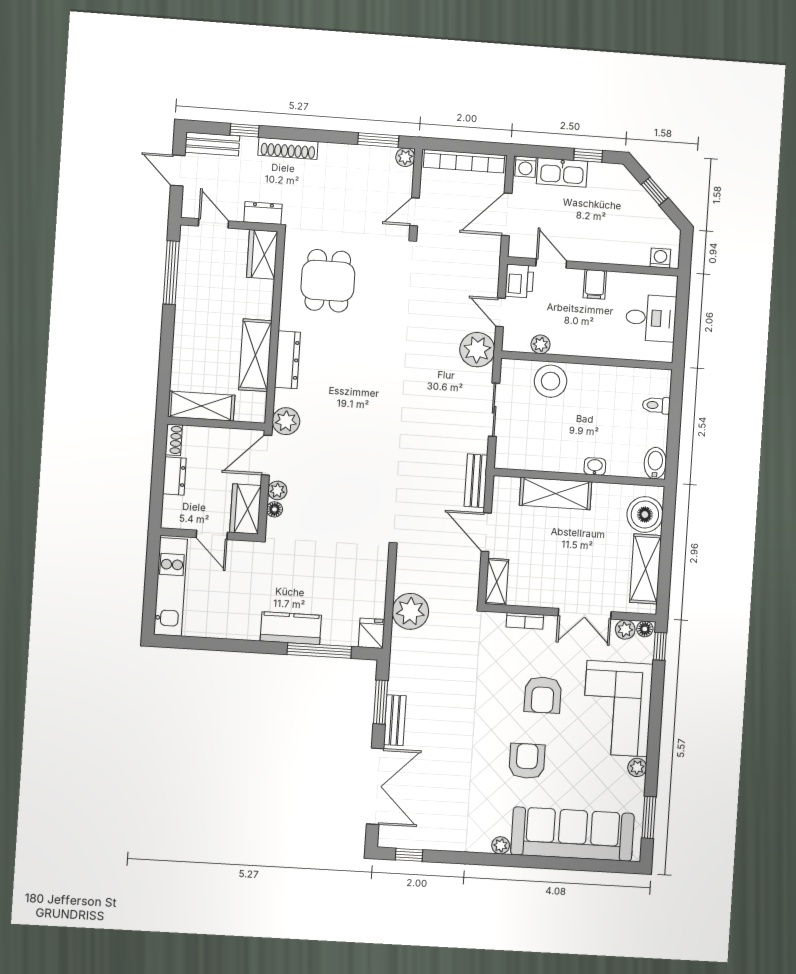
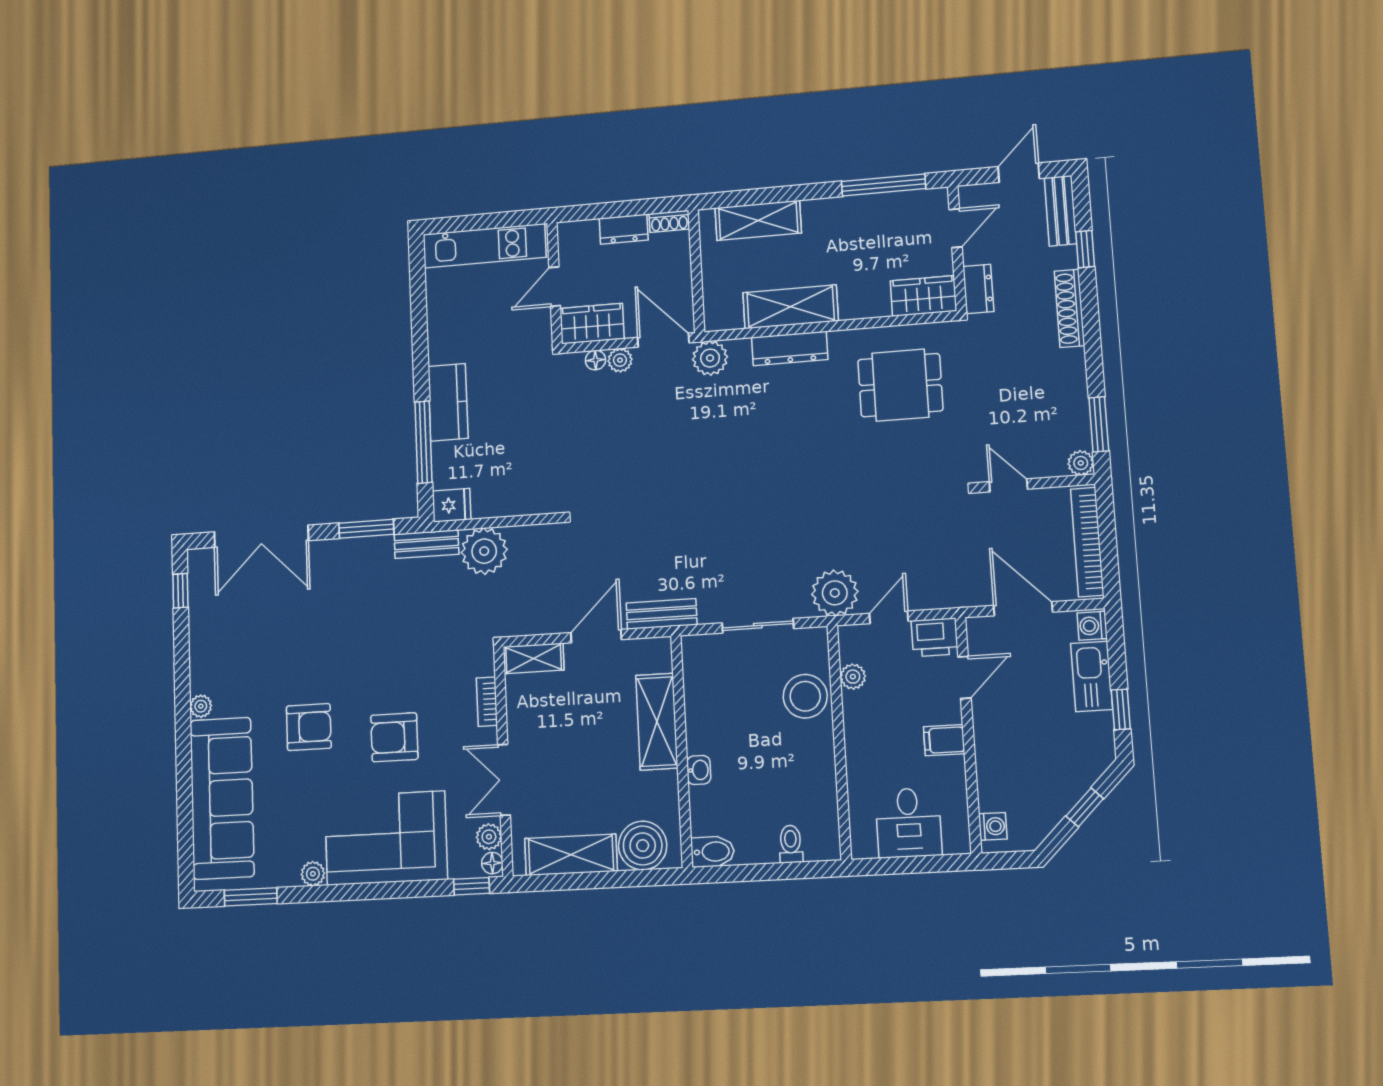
shelving: (201, 406) -> (758, 220), moved, turned 90
bench: (395, 720) -> (426, 544), moved

